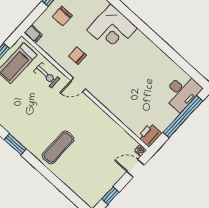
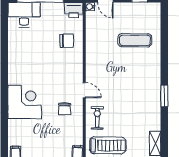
chair: (62, 16) -> (67, 41), moved
exercise mat: (58, 147) -> (135, 40), moved

